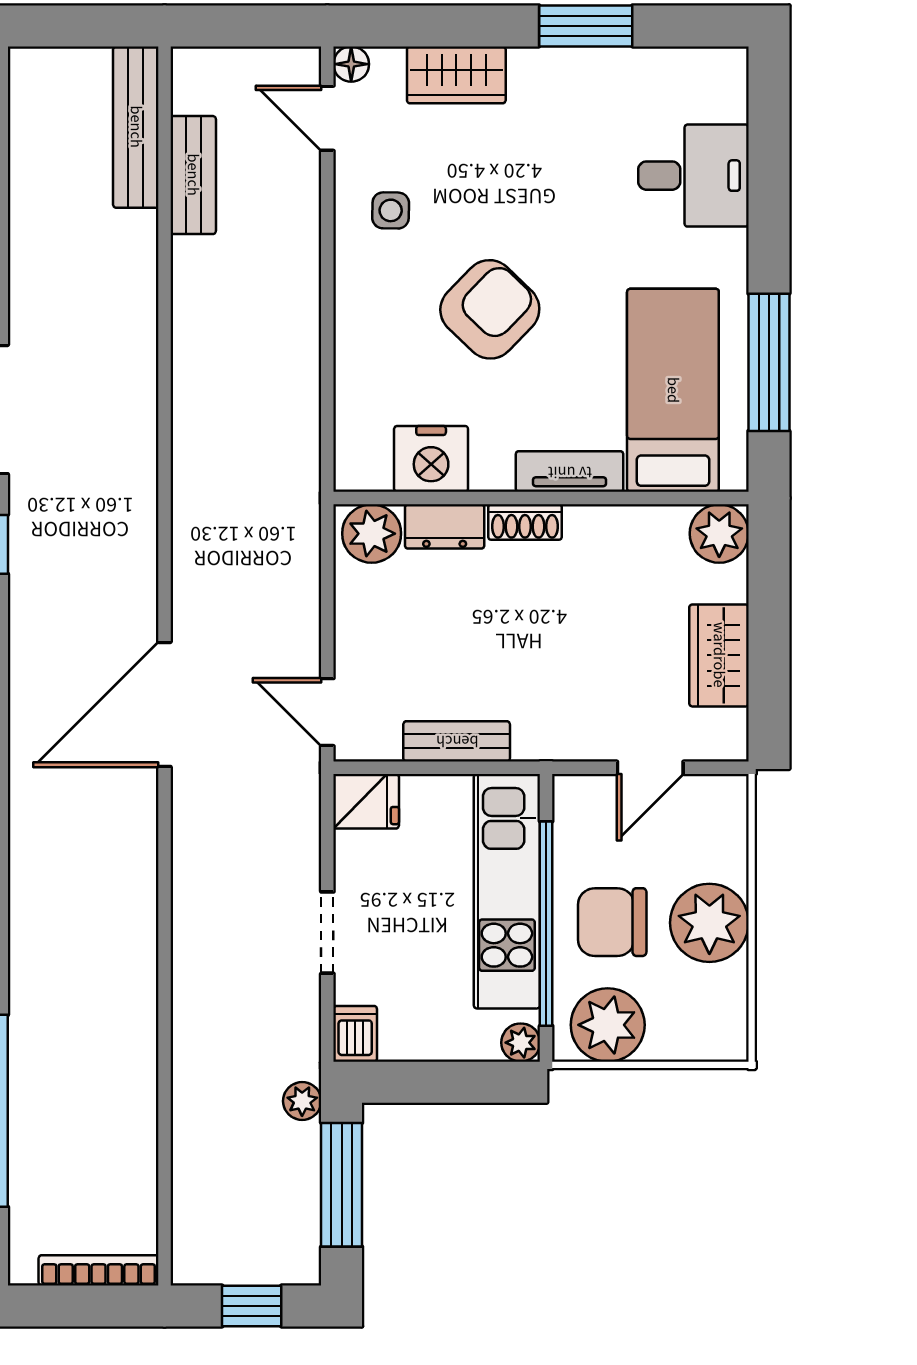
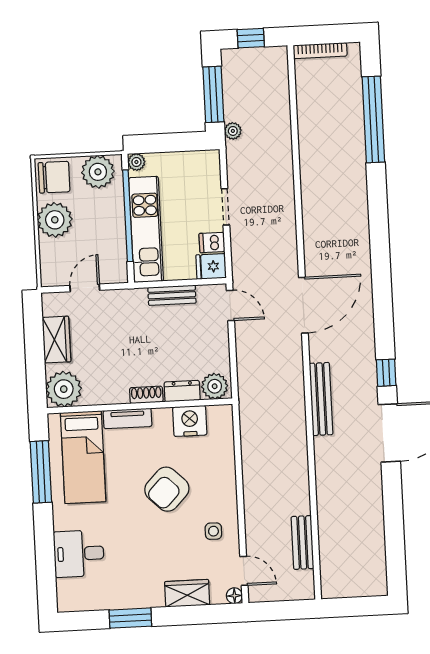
bench: (136, 127) -> (321, 399), moved
plant: (719, 534) -> (64, 389), width x1.36, depth x1.36
chair: (612, 922) -> (54, 177), moved
dishwasher: (355, 1034) -> (212, 243), moved, turned 90

